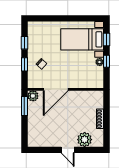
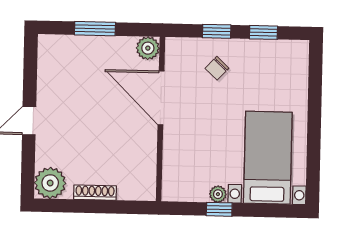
window: (106, 39) -> (266, 210), removed
window: (24, 106) -> (95, 29), moved
plant: (85, 140) -> (50, 183), moved

